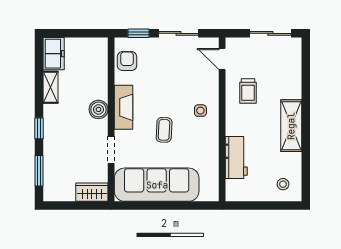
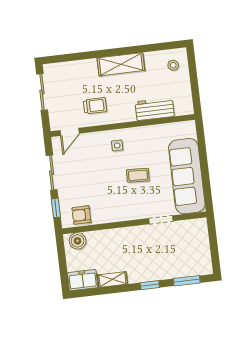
fireplace: (124, 107) -> (122, 213), removed
boiler: (98, 109) -> (78, 241), moved
wardrobe: (92, 192) -> (200, 232), removed

